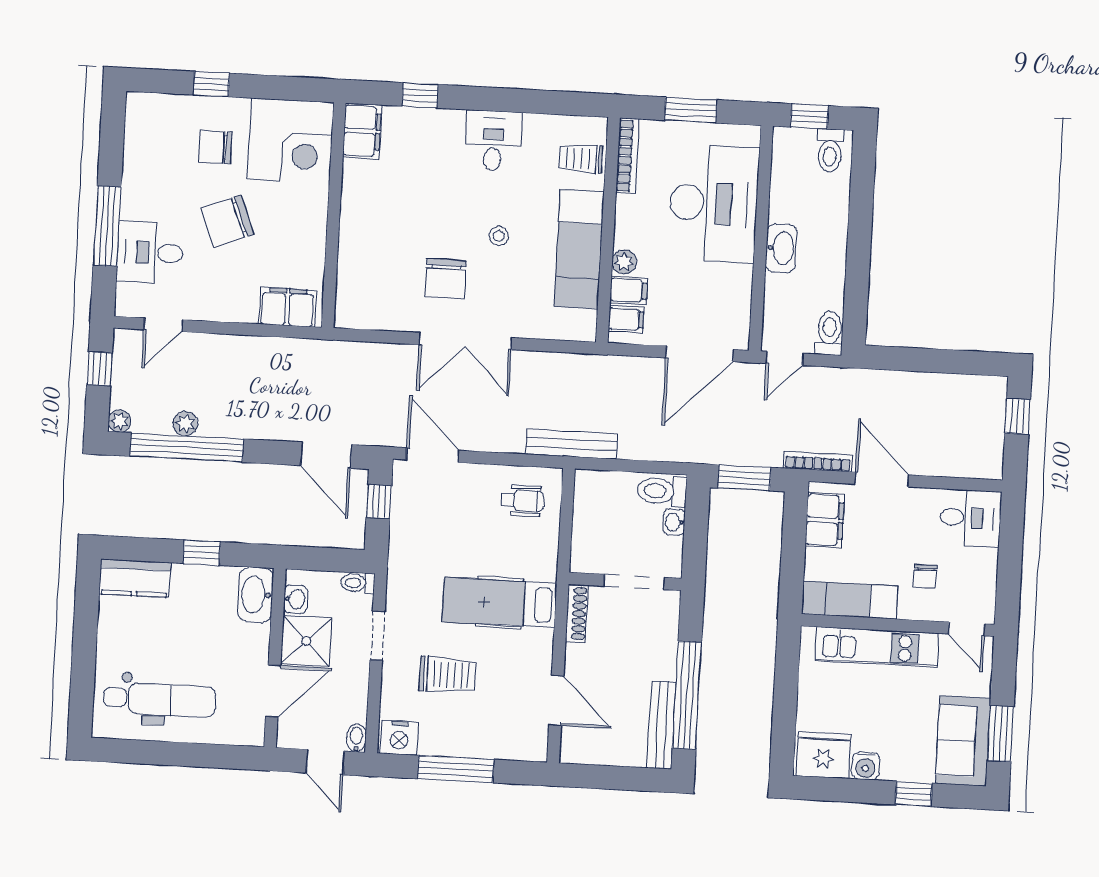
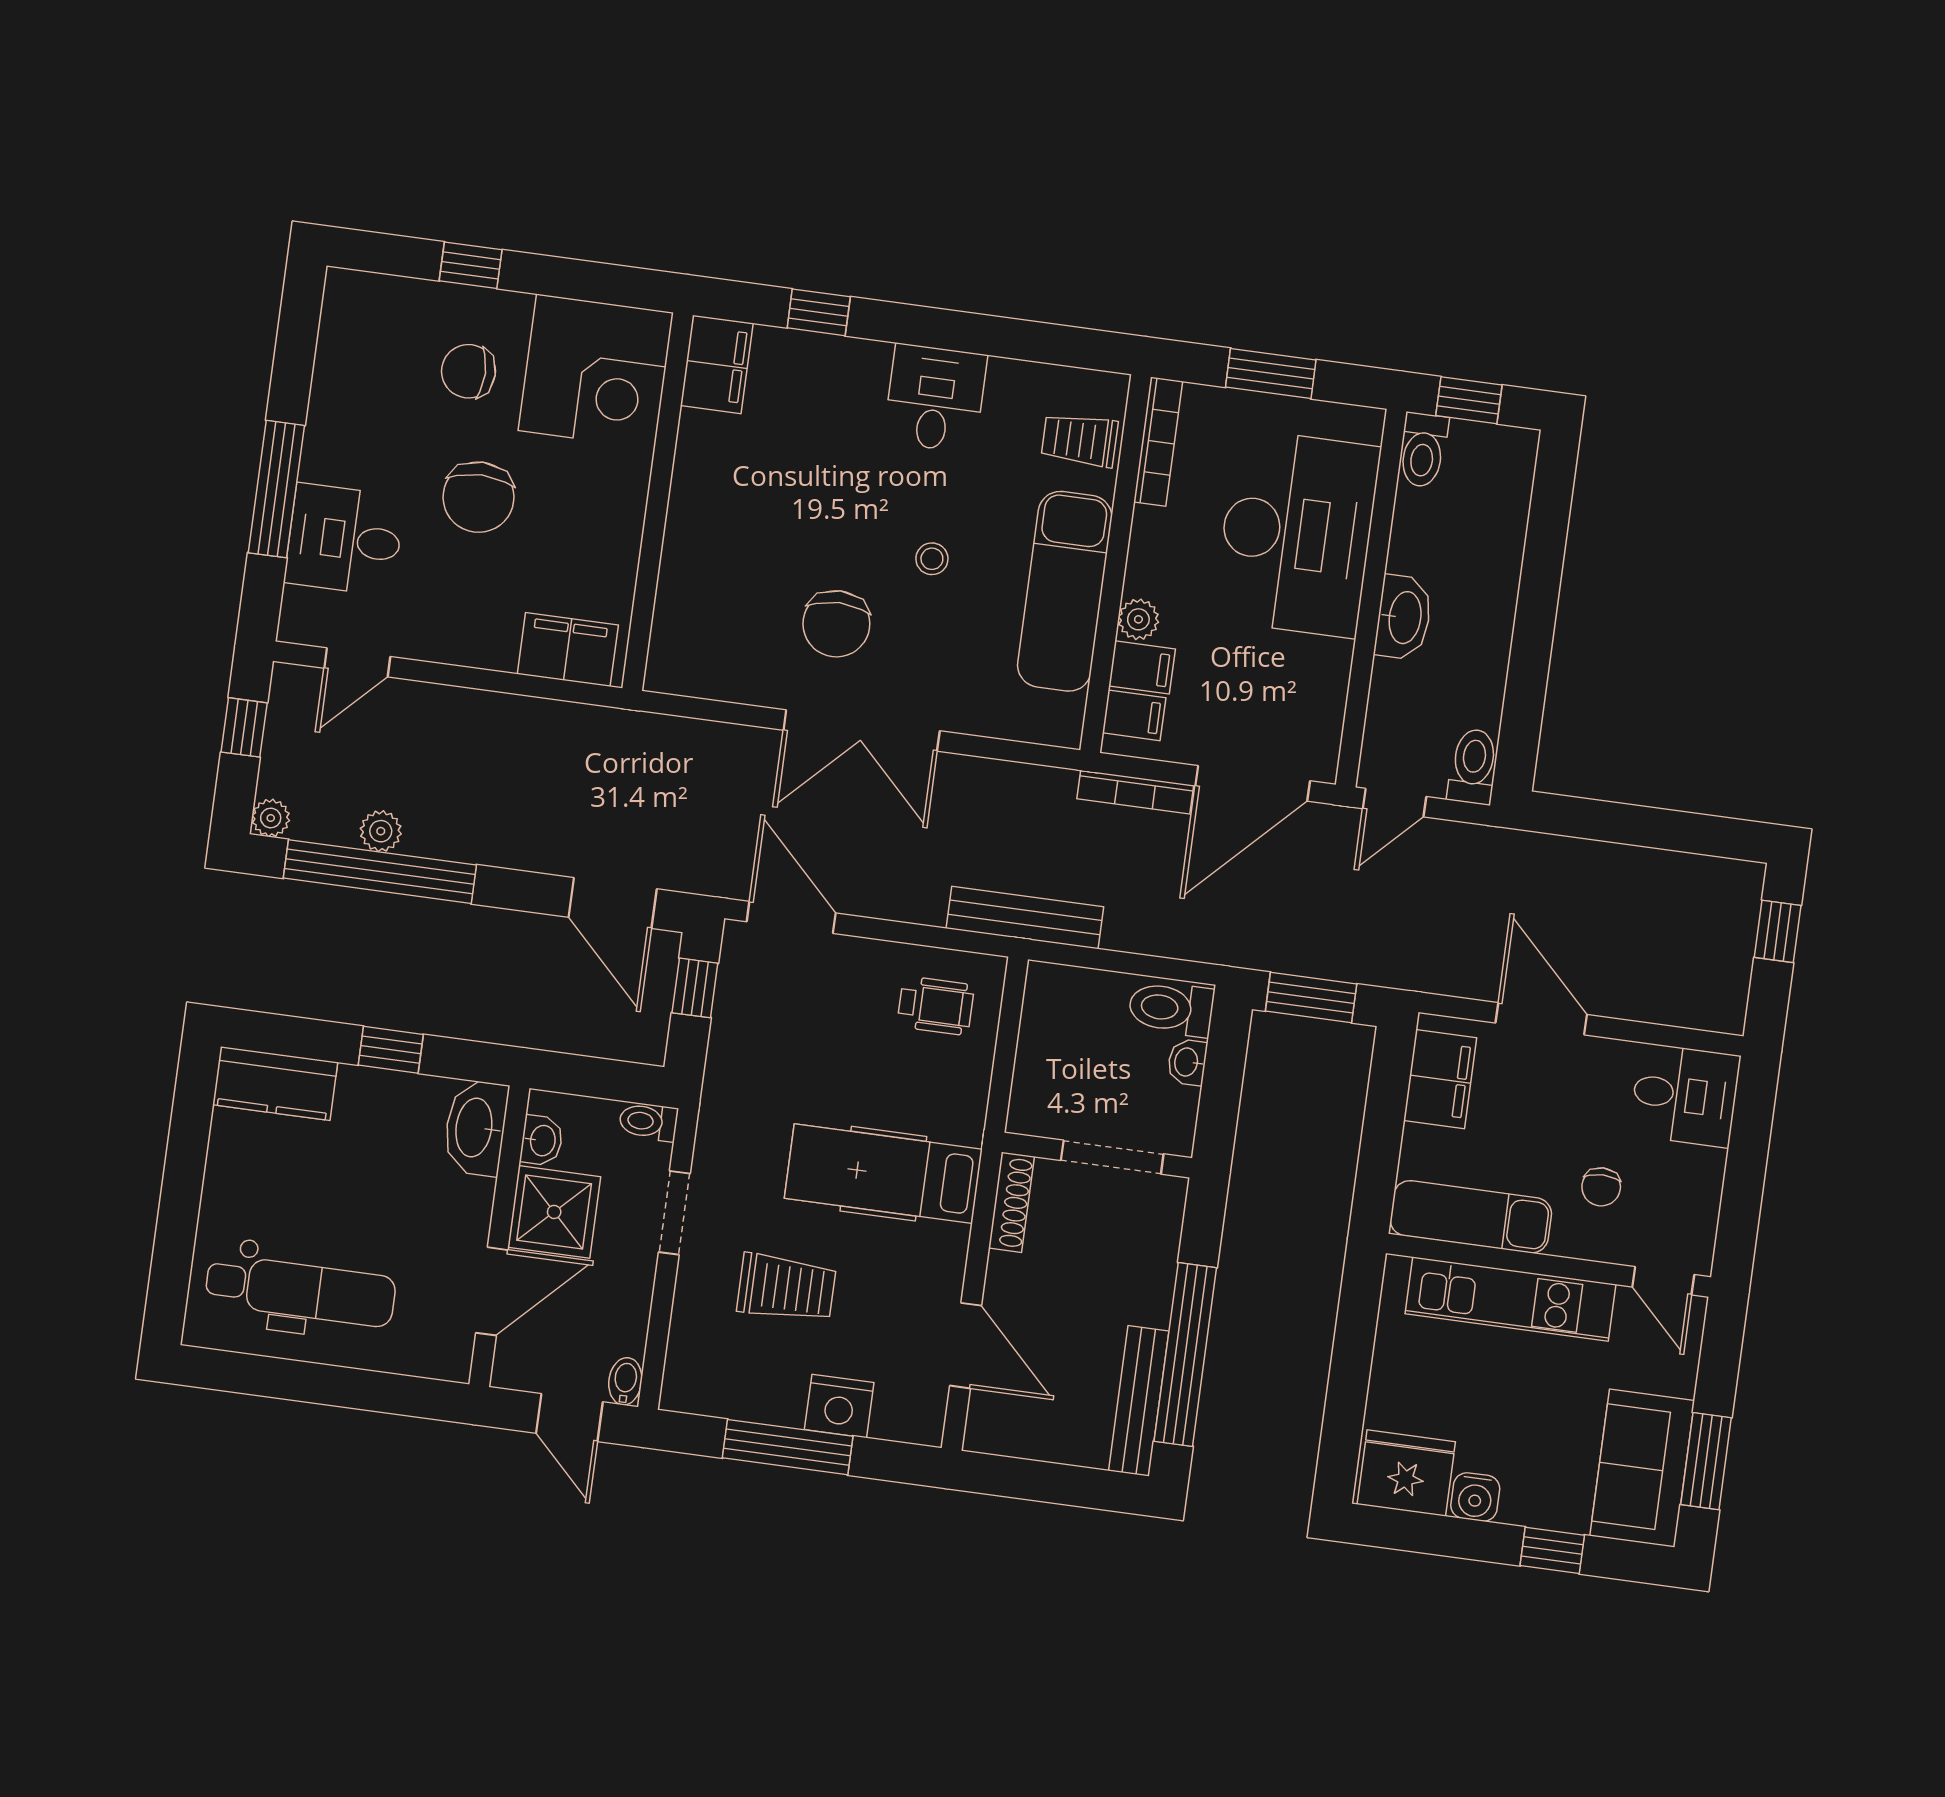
toilet: (830, 151) -> (1423, 450), moved
chair: (227, 221) -> (478, 497), turned -69
bookcase: (818, 462) -> (1135, 792), moved, turned 180
nightstand: (399, 738) -> (839, 1406), moved

